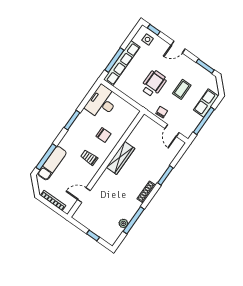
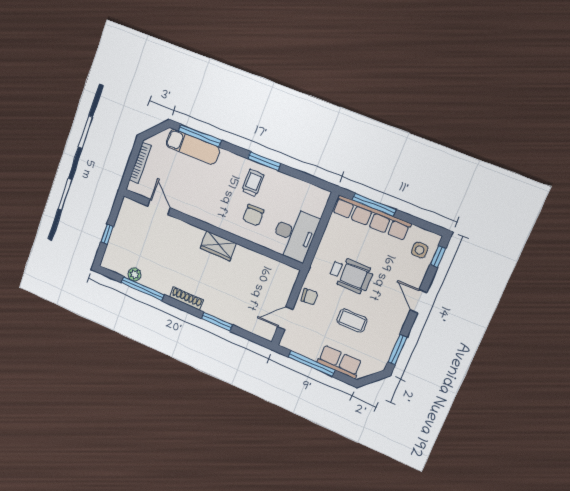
desk: (102, 102) -> (295, 234), moved, turned 90
trolley: (89, 158) -> (253, 183), moved
wardrobe: (120, 158) -> (218, 246), width x0.67

